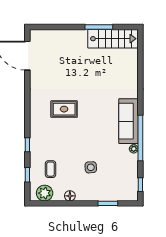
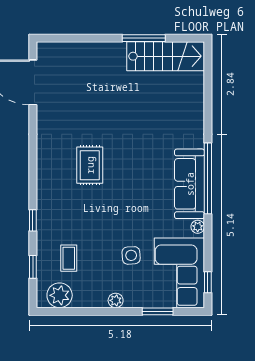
rug: (64, 109) -> (90, 165), turned 90
window: (140, 138) -> (208, 178), moved
corner sofa: (122, 179) -> (179, 273), added
floor lamp: (70, 196) -> (99, 300), removed
plant: (81, 196) -> (116, 300), added

